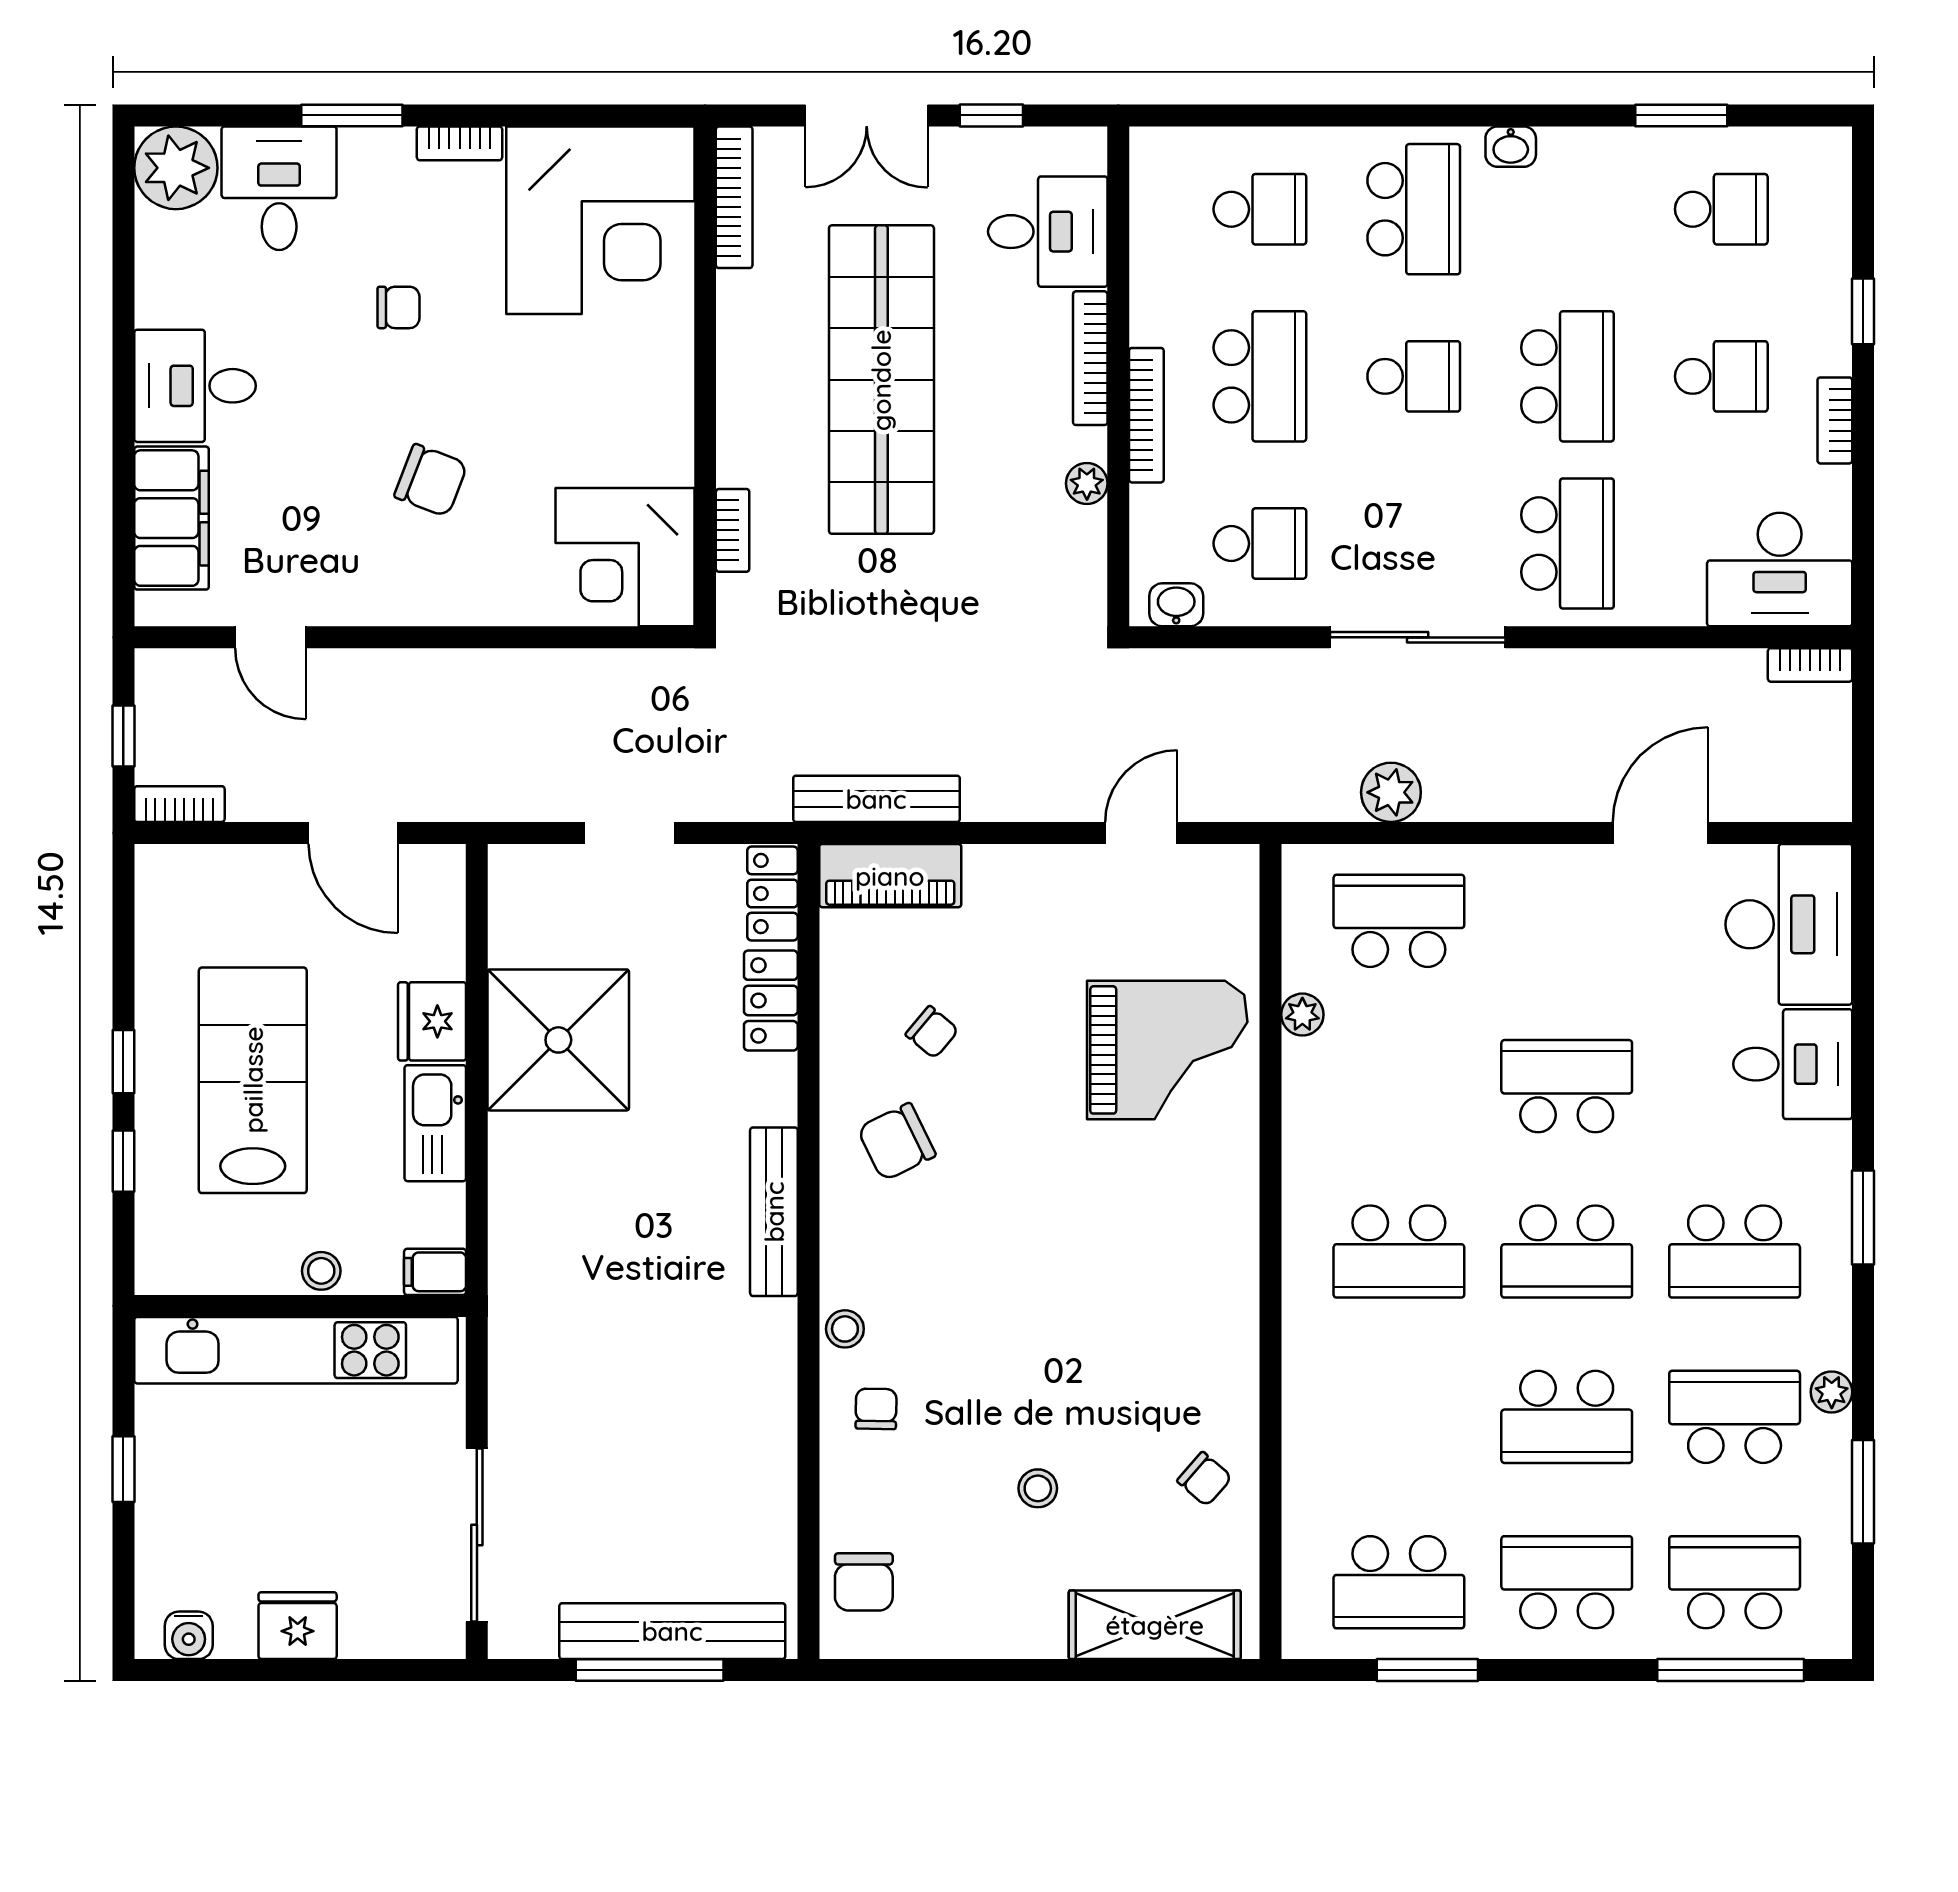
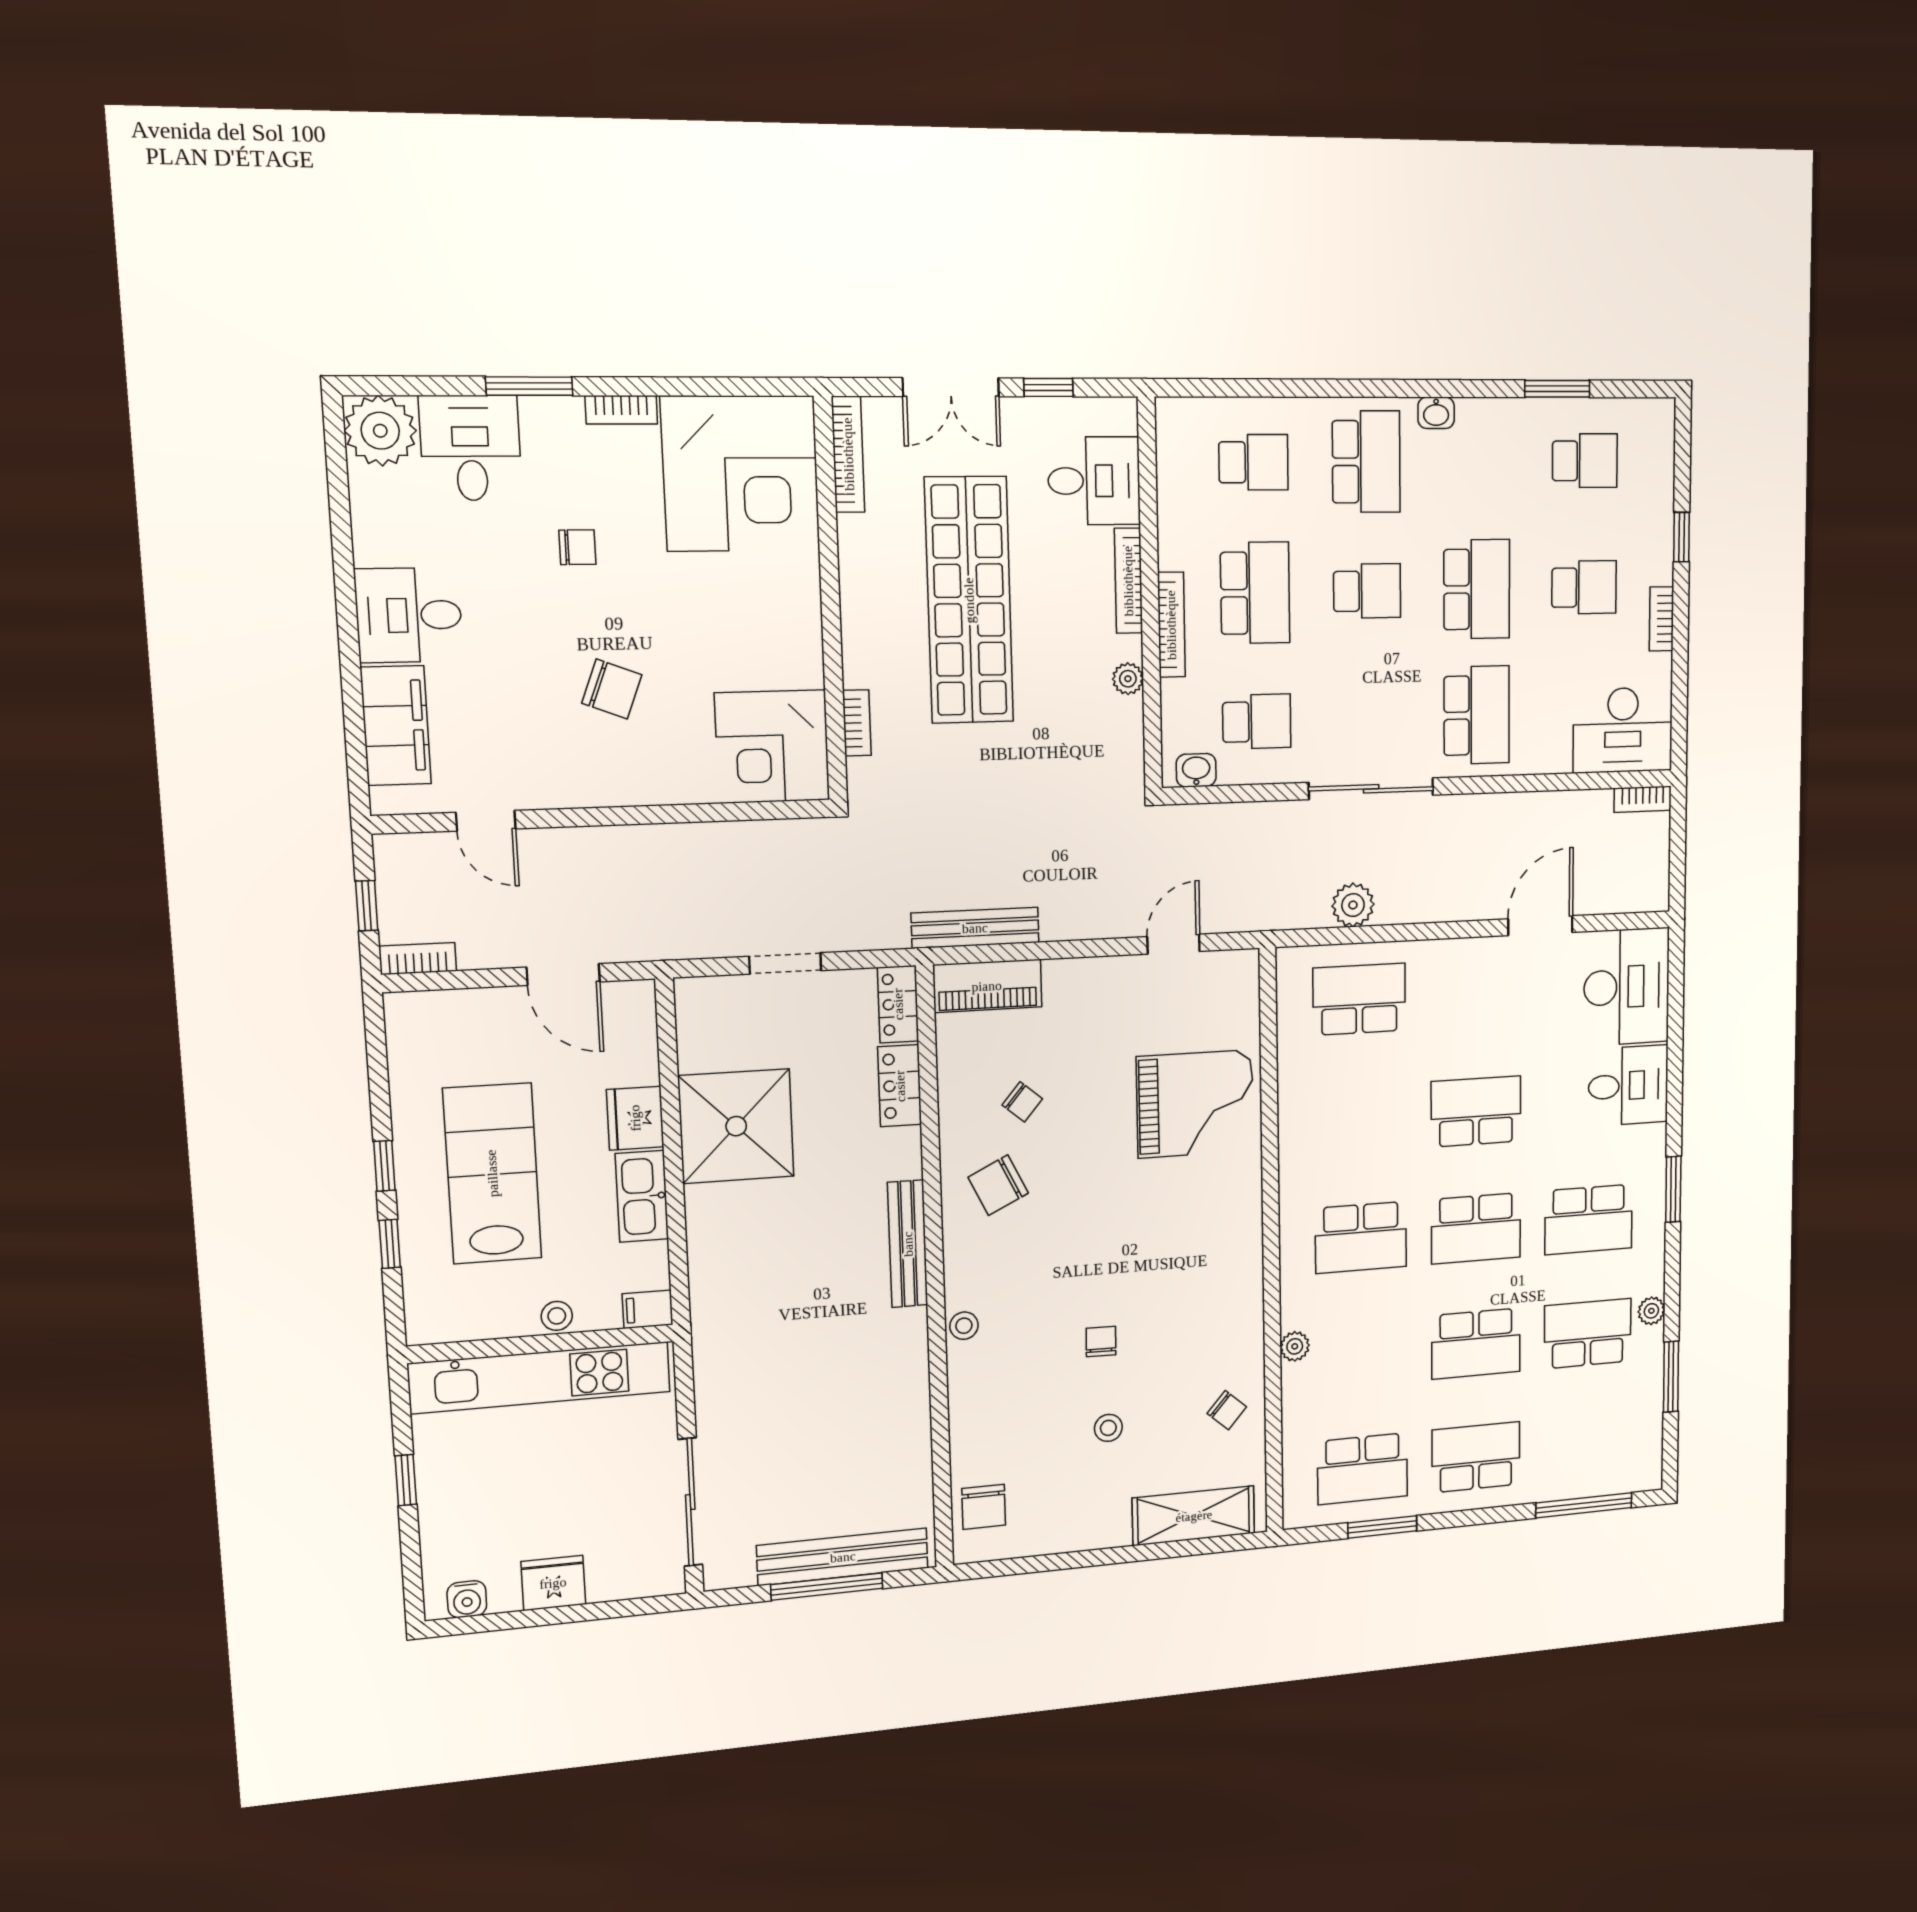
plant: (1302, 1015) -> (1295, 1346), moved
chair: (876, 1409) -> (1101, 1342), moved
school desk: (1735, 1582) -> (1587, 1446), removed

